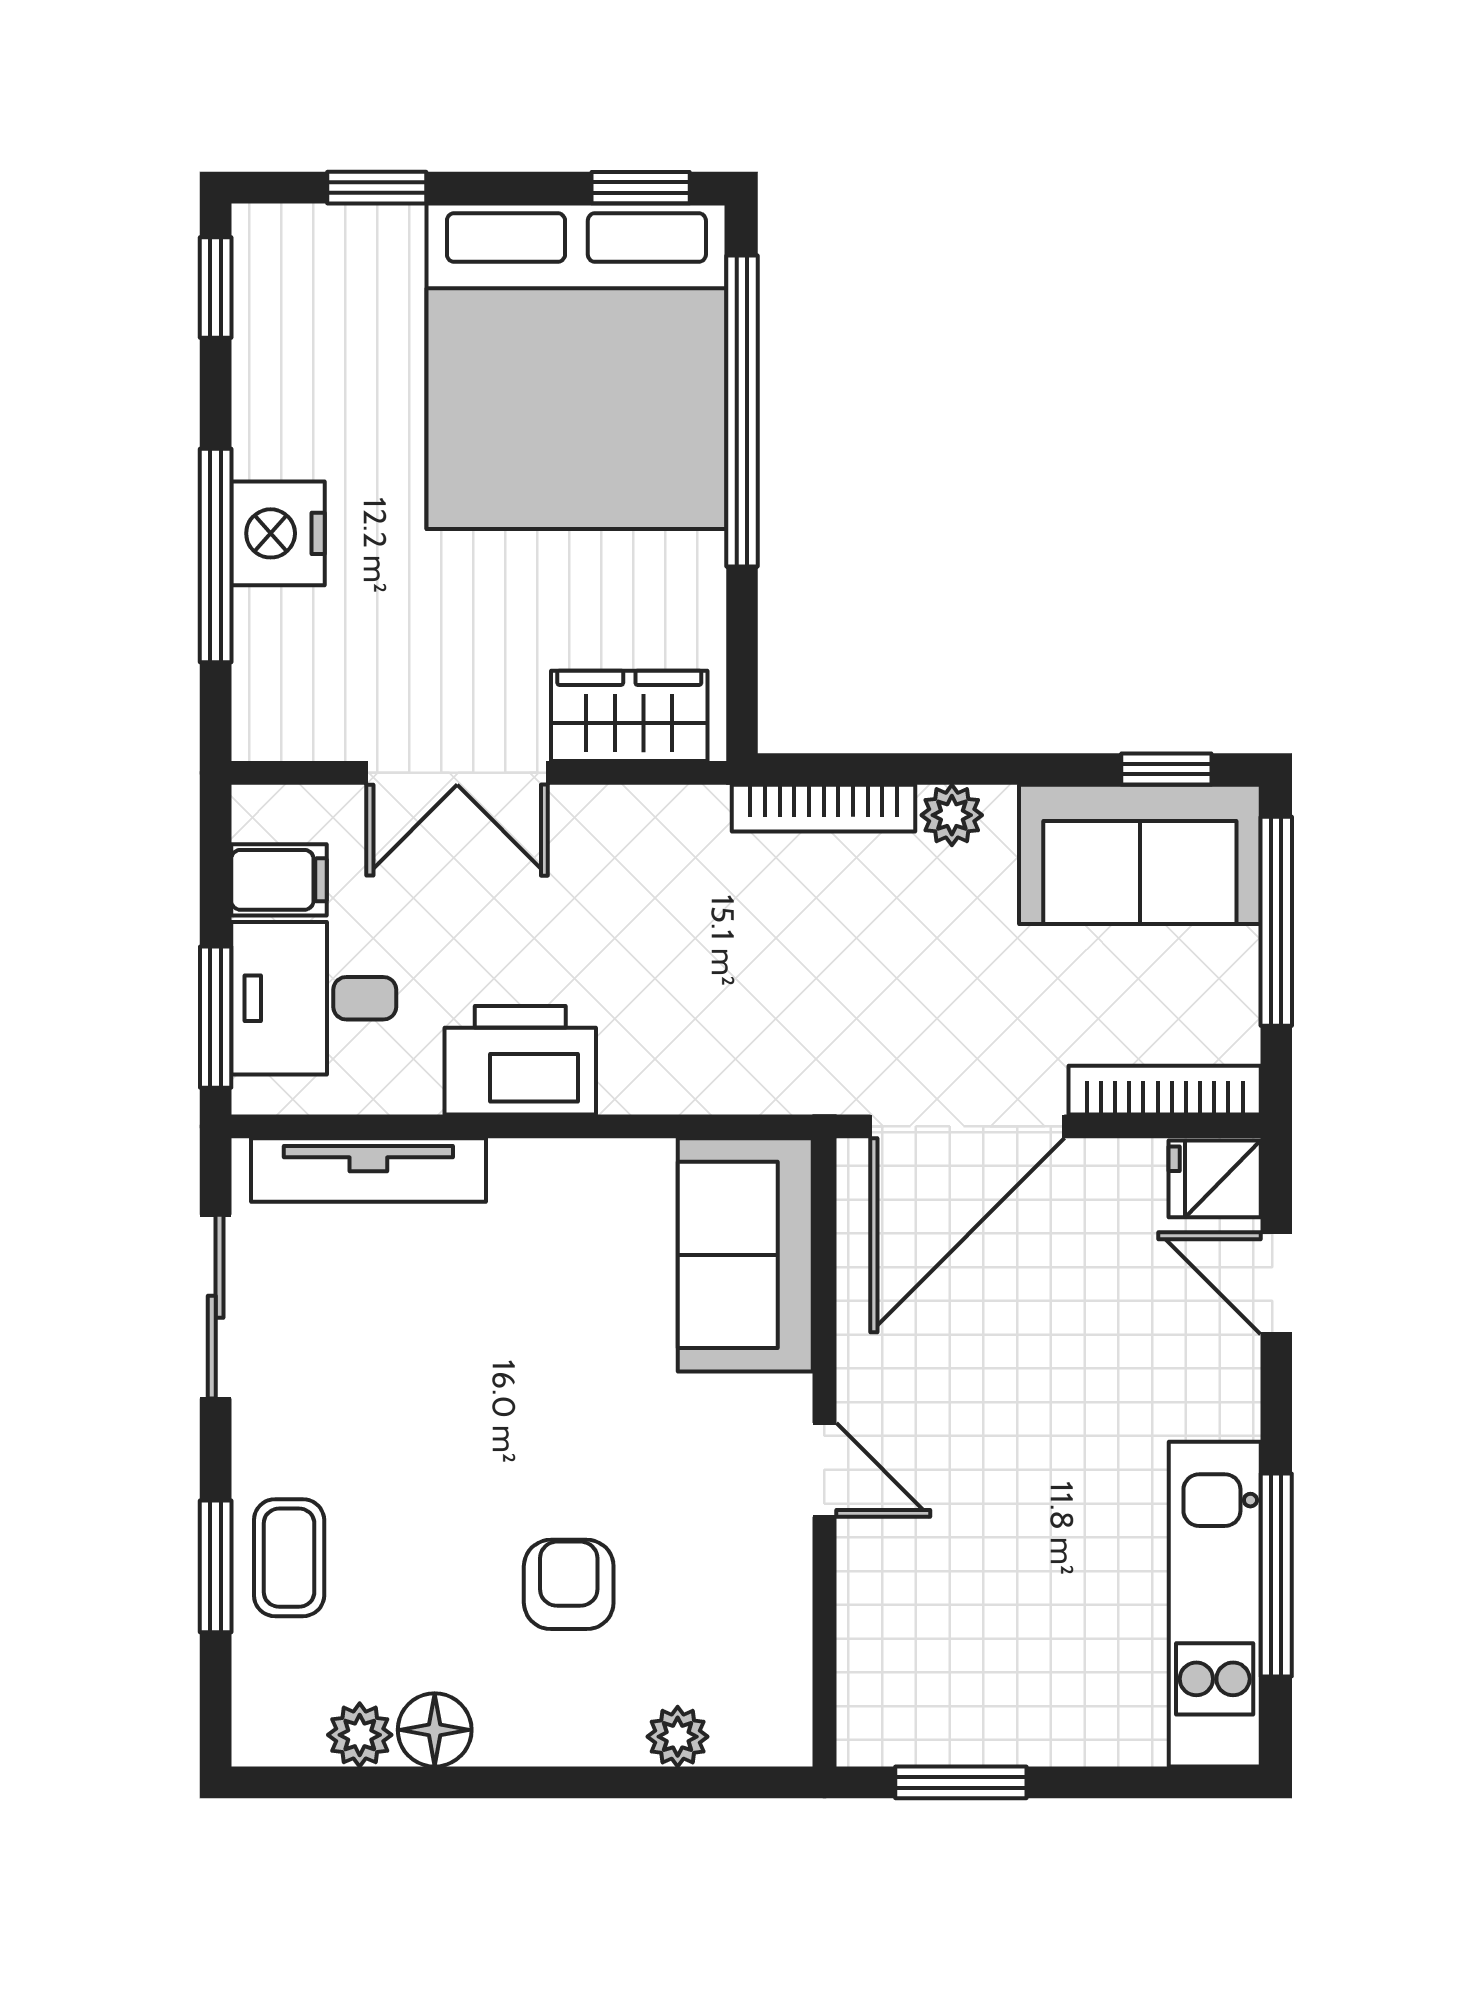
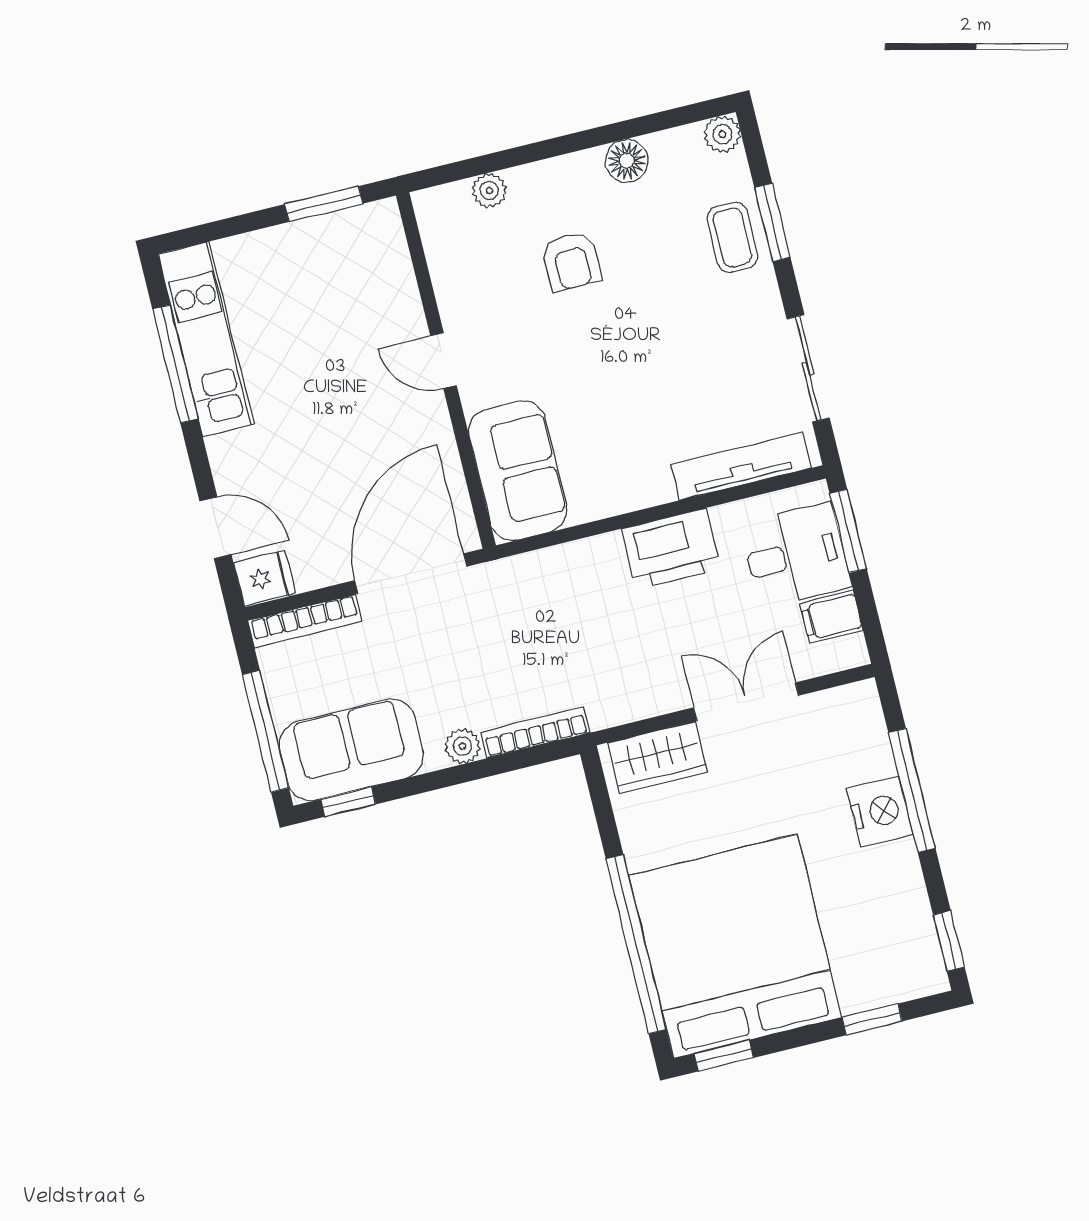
plant: (360, 1735) -> (722, 134), moved

